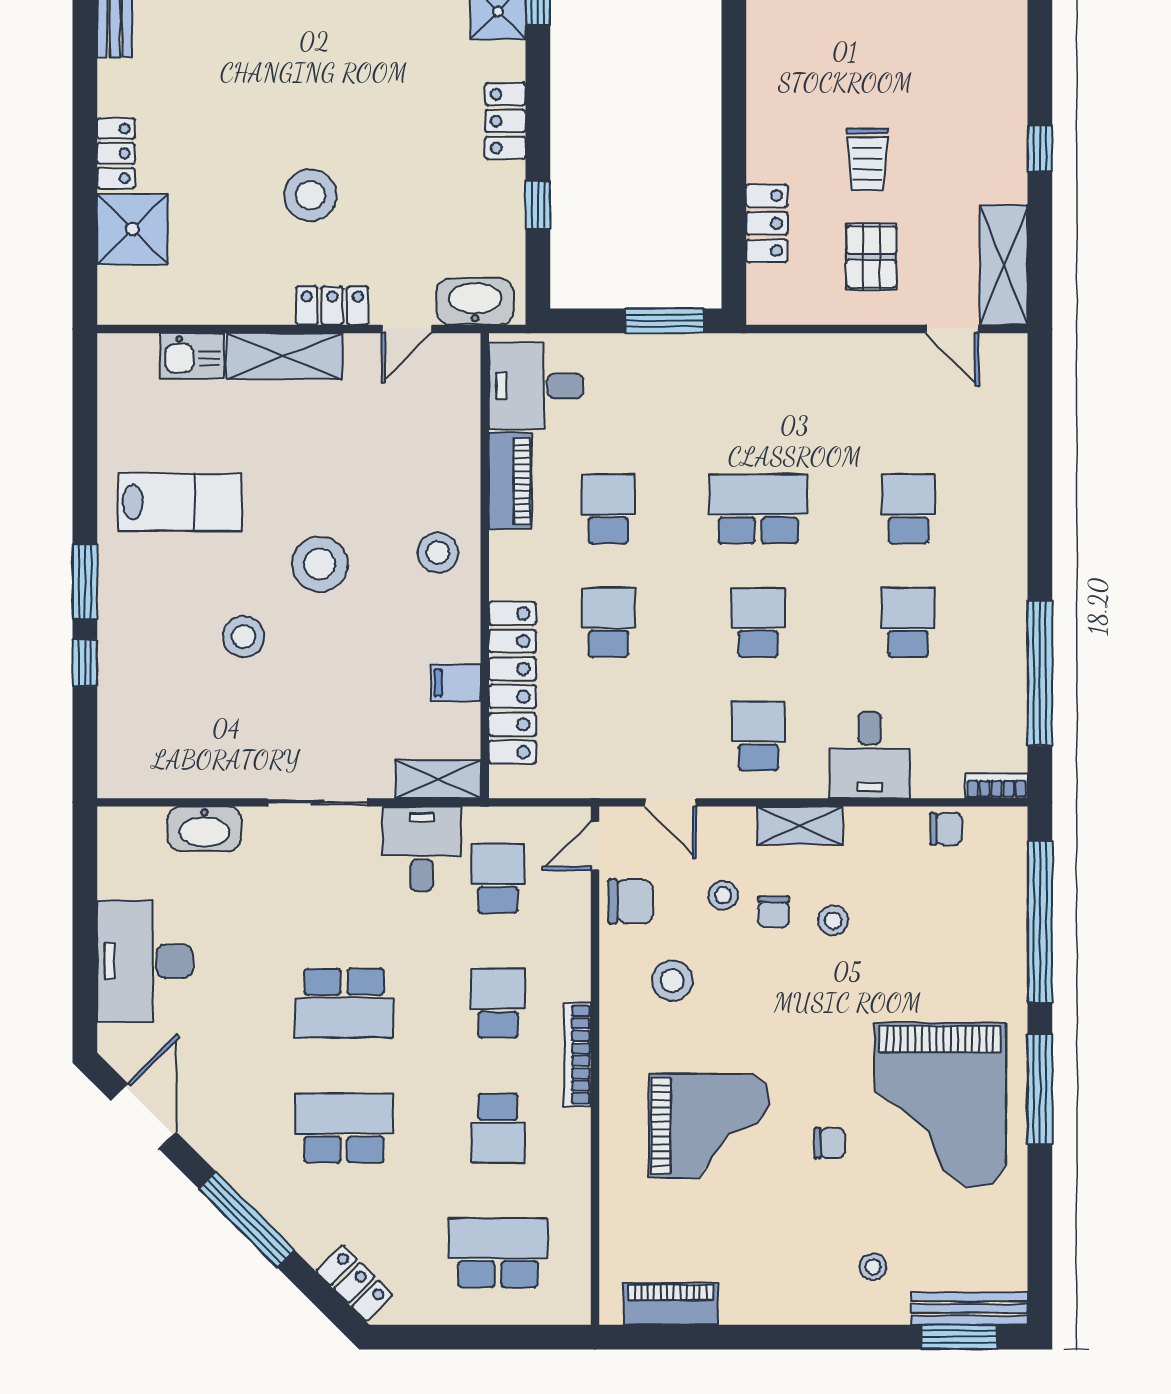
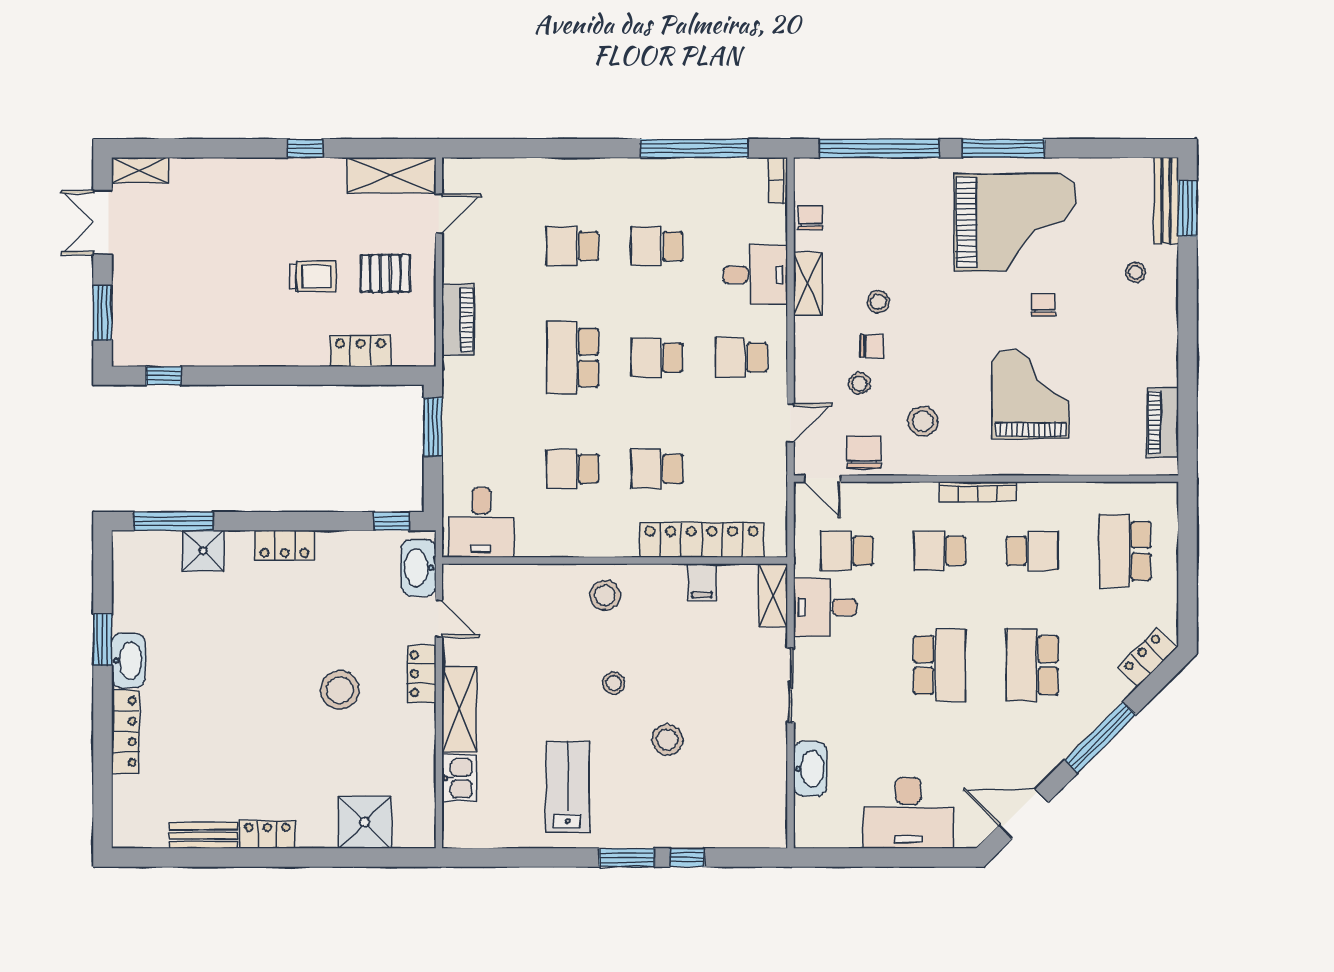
locker: (116, 153) -> (267, 834), moved
window: (538, 205) -> (392, 521), moved
piano: (510, 481) -> (458, 320), moved, turned 90
stool: (320, 564) -> (614, 683), width x0.53, depth x0.53
shelving: (800, 826) -> (808, 284), moved

